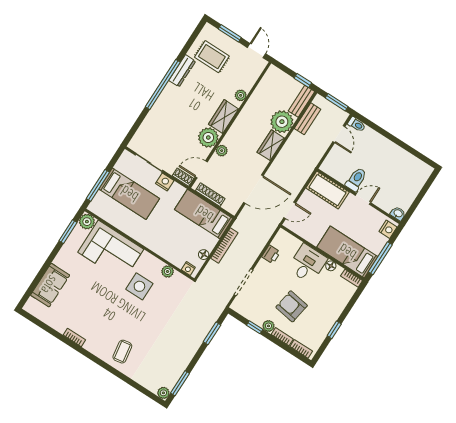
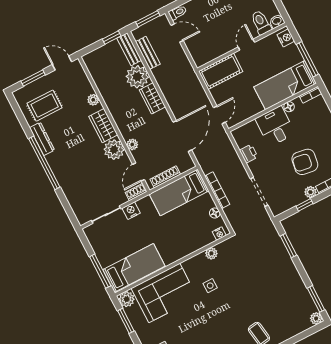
toilet: (356, 179) -> (261, 23), moved
bed: (129, 194) -> (134, 268), moved
side table: (139, 286) -> (210, 286), width x0.54, depth x0.54

